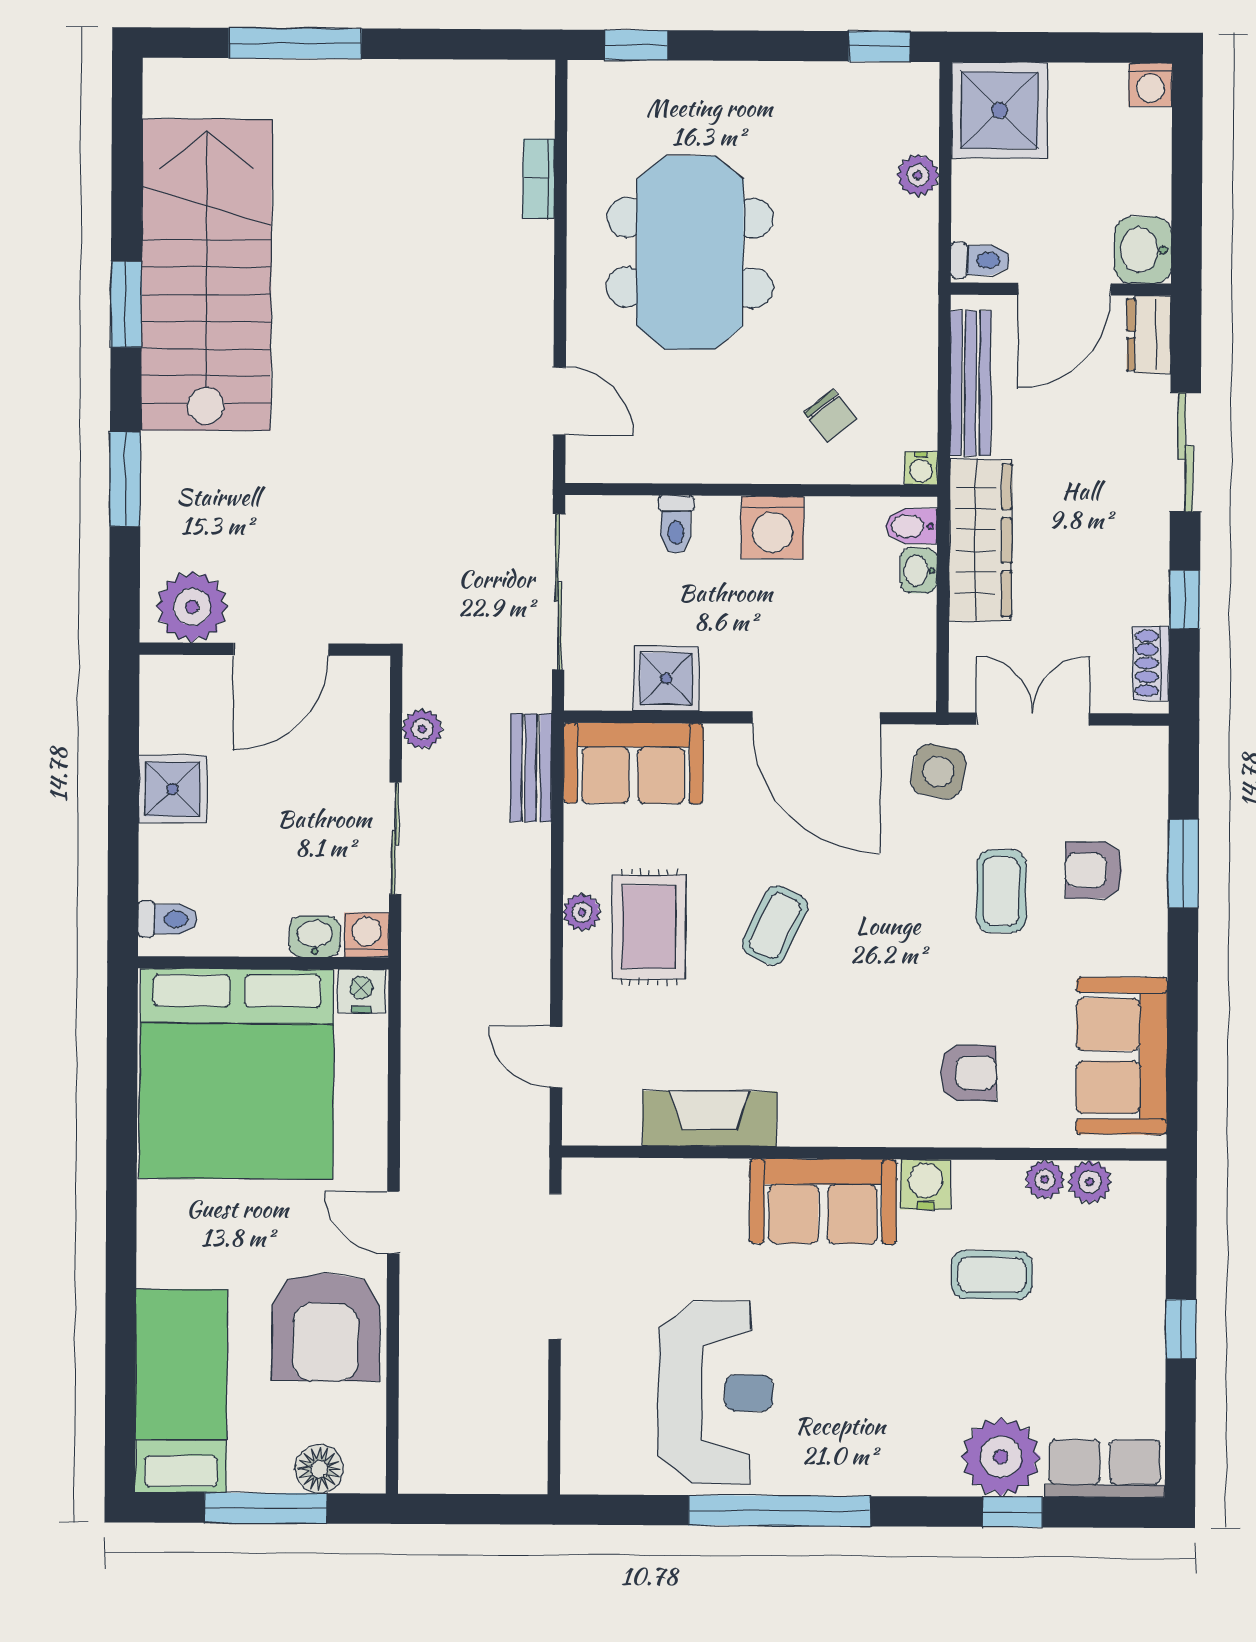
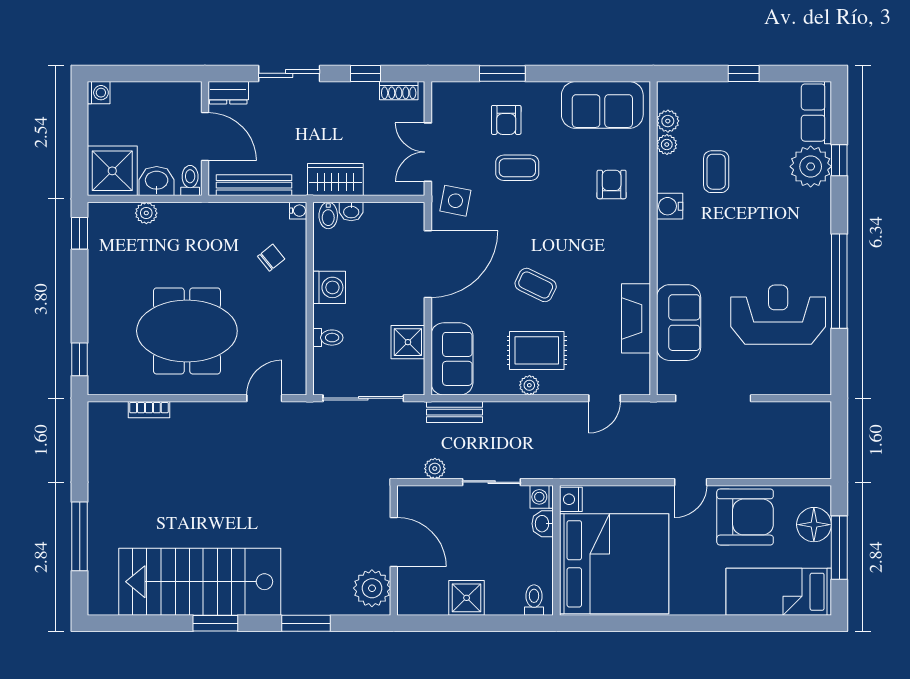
washbasin: (1143, 250) -> (157, 181), moved, turned 180
wardrobe: (980, 540) -> (335, 180), width x0.67
sofa: (823, 1201) -> (679, 323), moved
floor lamp: (319, 1469) -> (814, 525), width x1.38, depth x1.38

